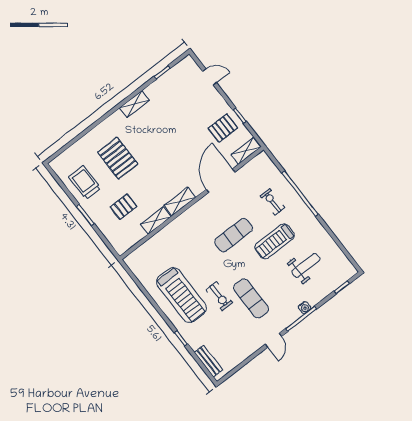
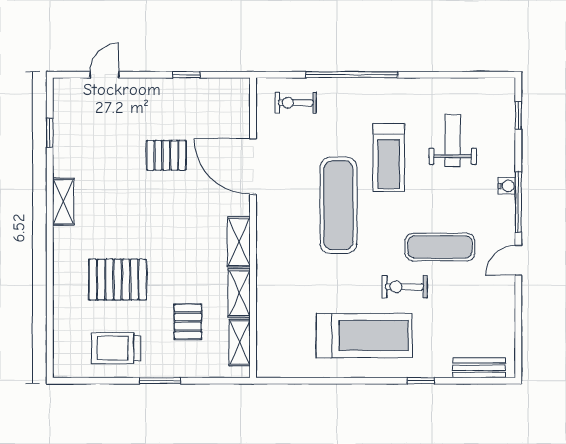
pallet: (223, 128) -> (166, 155), moved, turned 90
shelving: (246, 151) -> (240, 343), moved
exercise bike: (272, 202) -> (296, 103), moved
exercise mat: (234, 235) -> (338, 205), width x1.36, depth x1.45
exercise bike: (219, 296) -> (405, 287), turned 180
door: (273, 340) -> (518, 260), swing flipped

